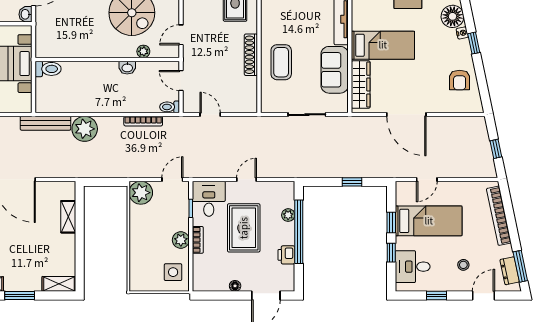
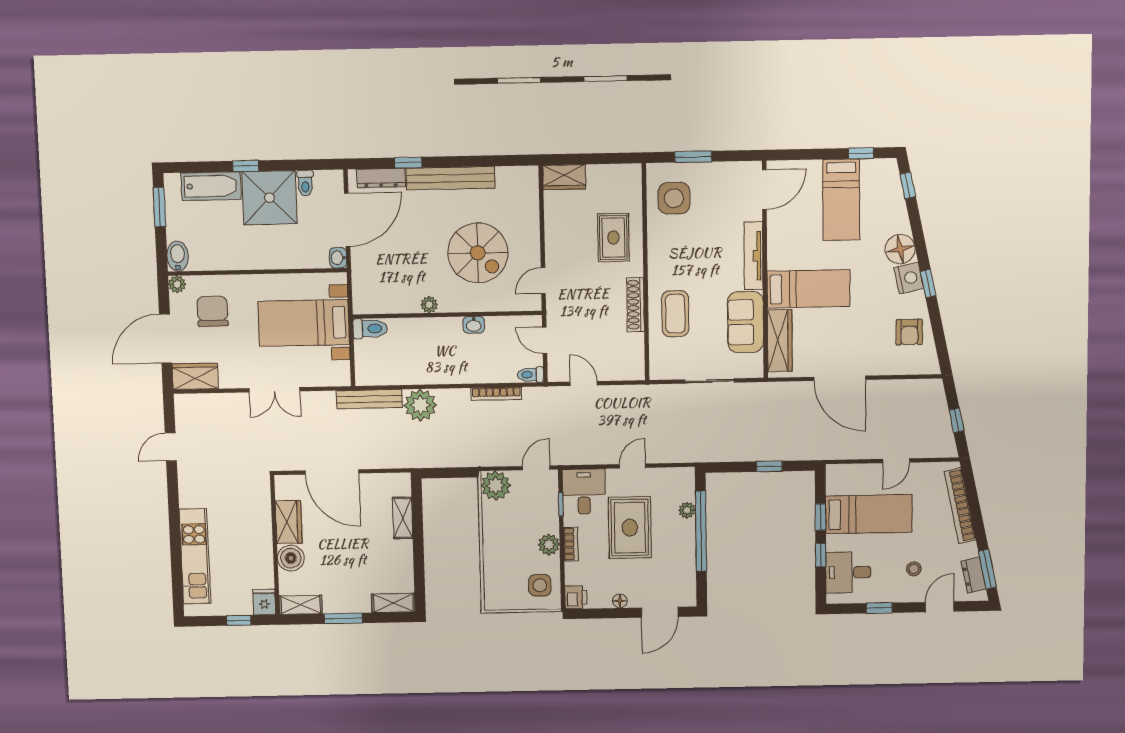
nightstand: (462, 33) -> (909, 278), width x1.89, depth x1.79
plant: (143, 51) -> (429, 305), moved
door: (427, 179) -> (896, 461), moved
printer: (286, 255) -> (576, 597), moved, turned 180

